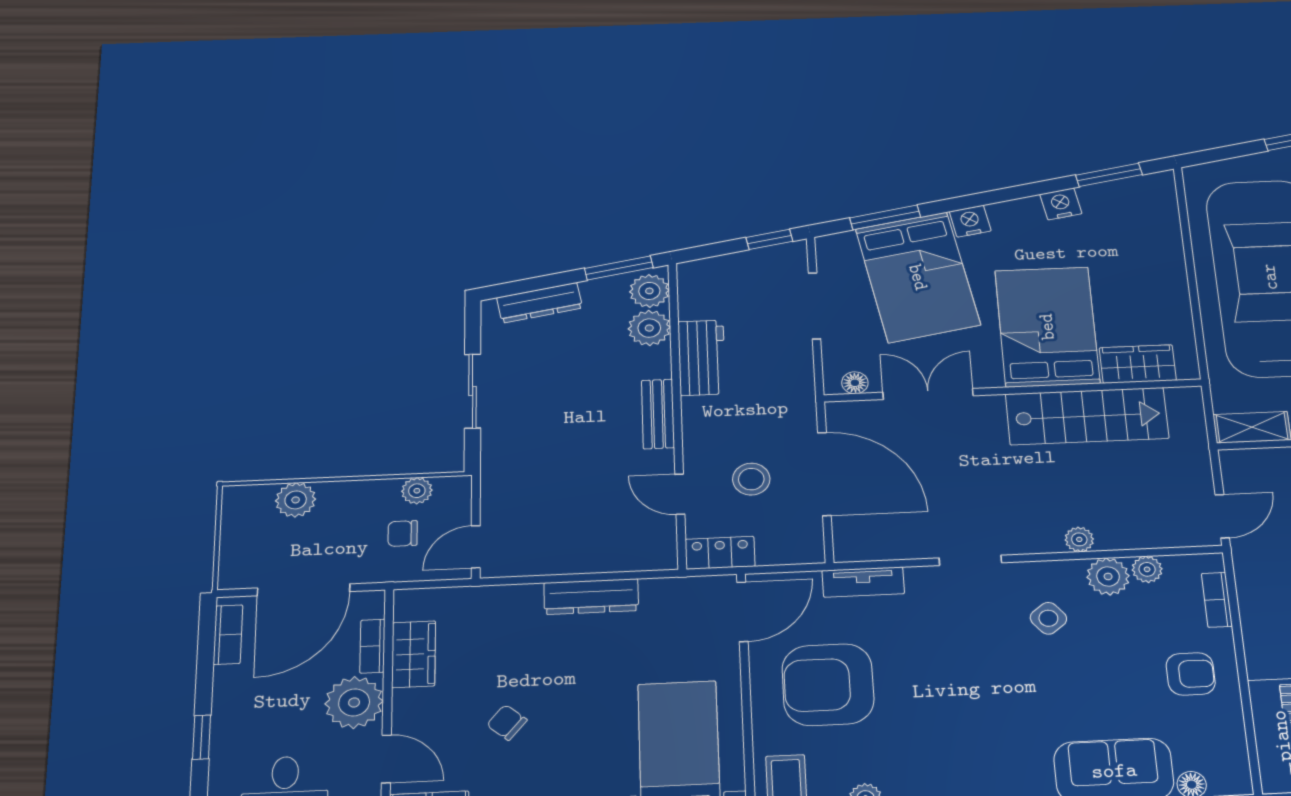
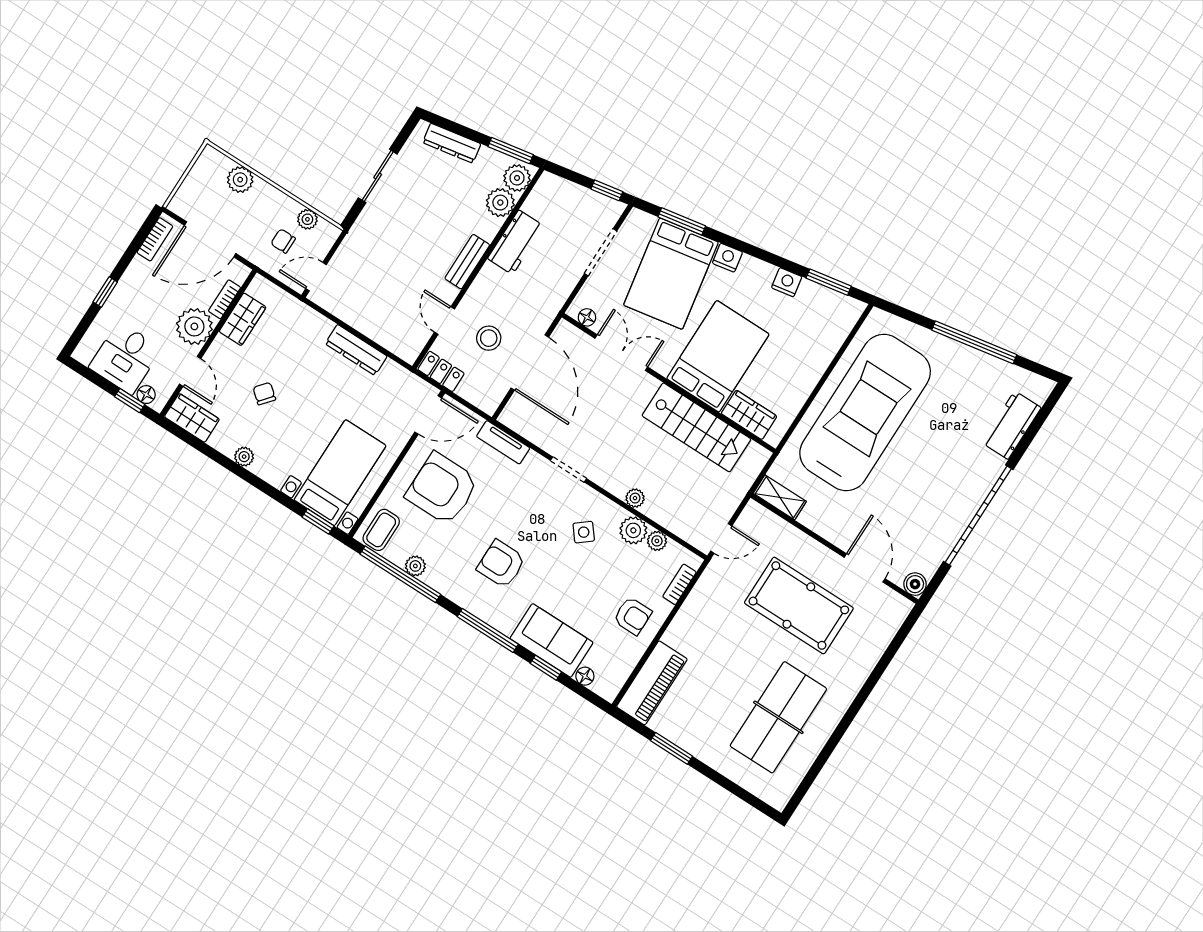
armchair: (975, 723) -> (501, 564), added

